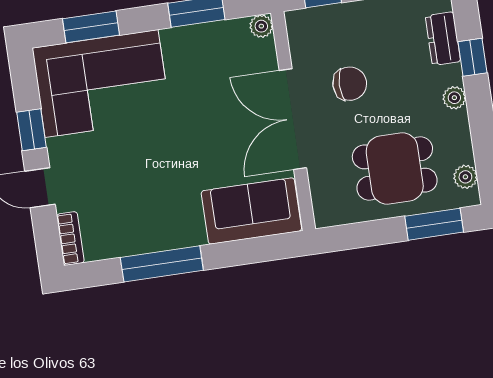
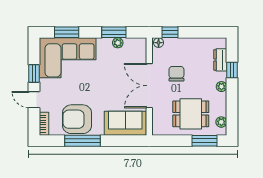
floor lamp: (299, 20) -> (159, 43), added
plant: (261, 26) -> (118, 43), moved
chair: (350, 84) -> (176, 74), turned -90
armchair: (143, 218) -> (77, 119), added

